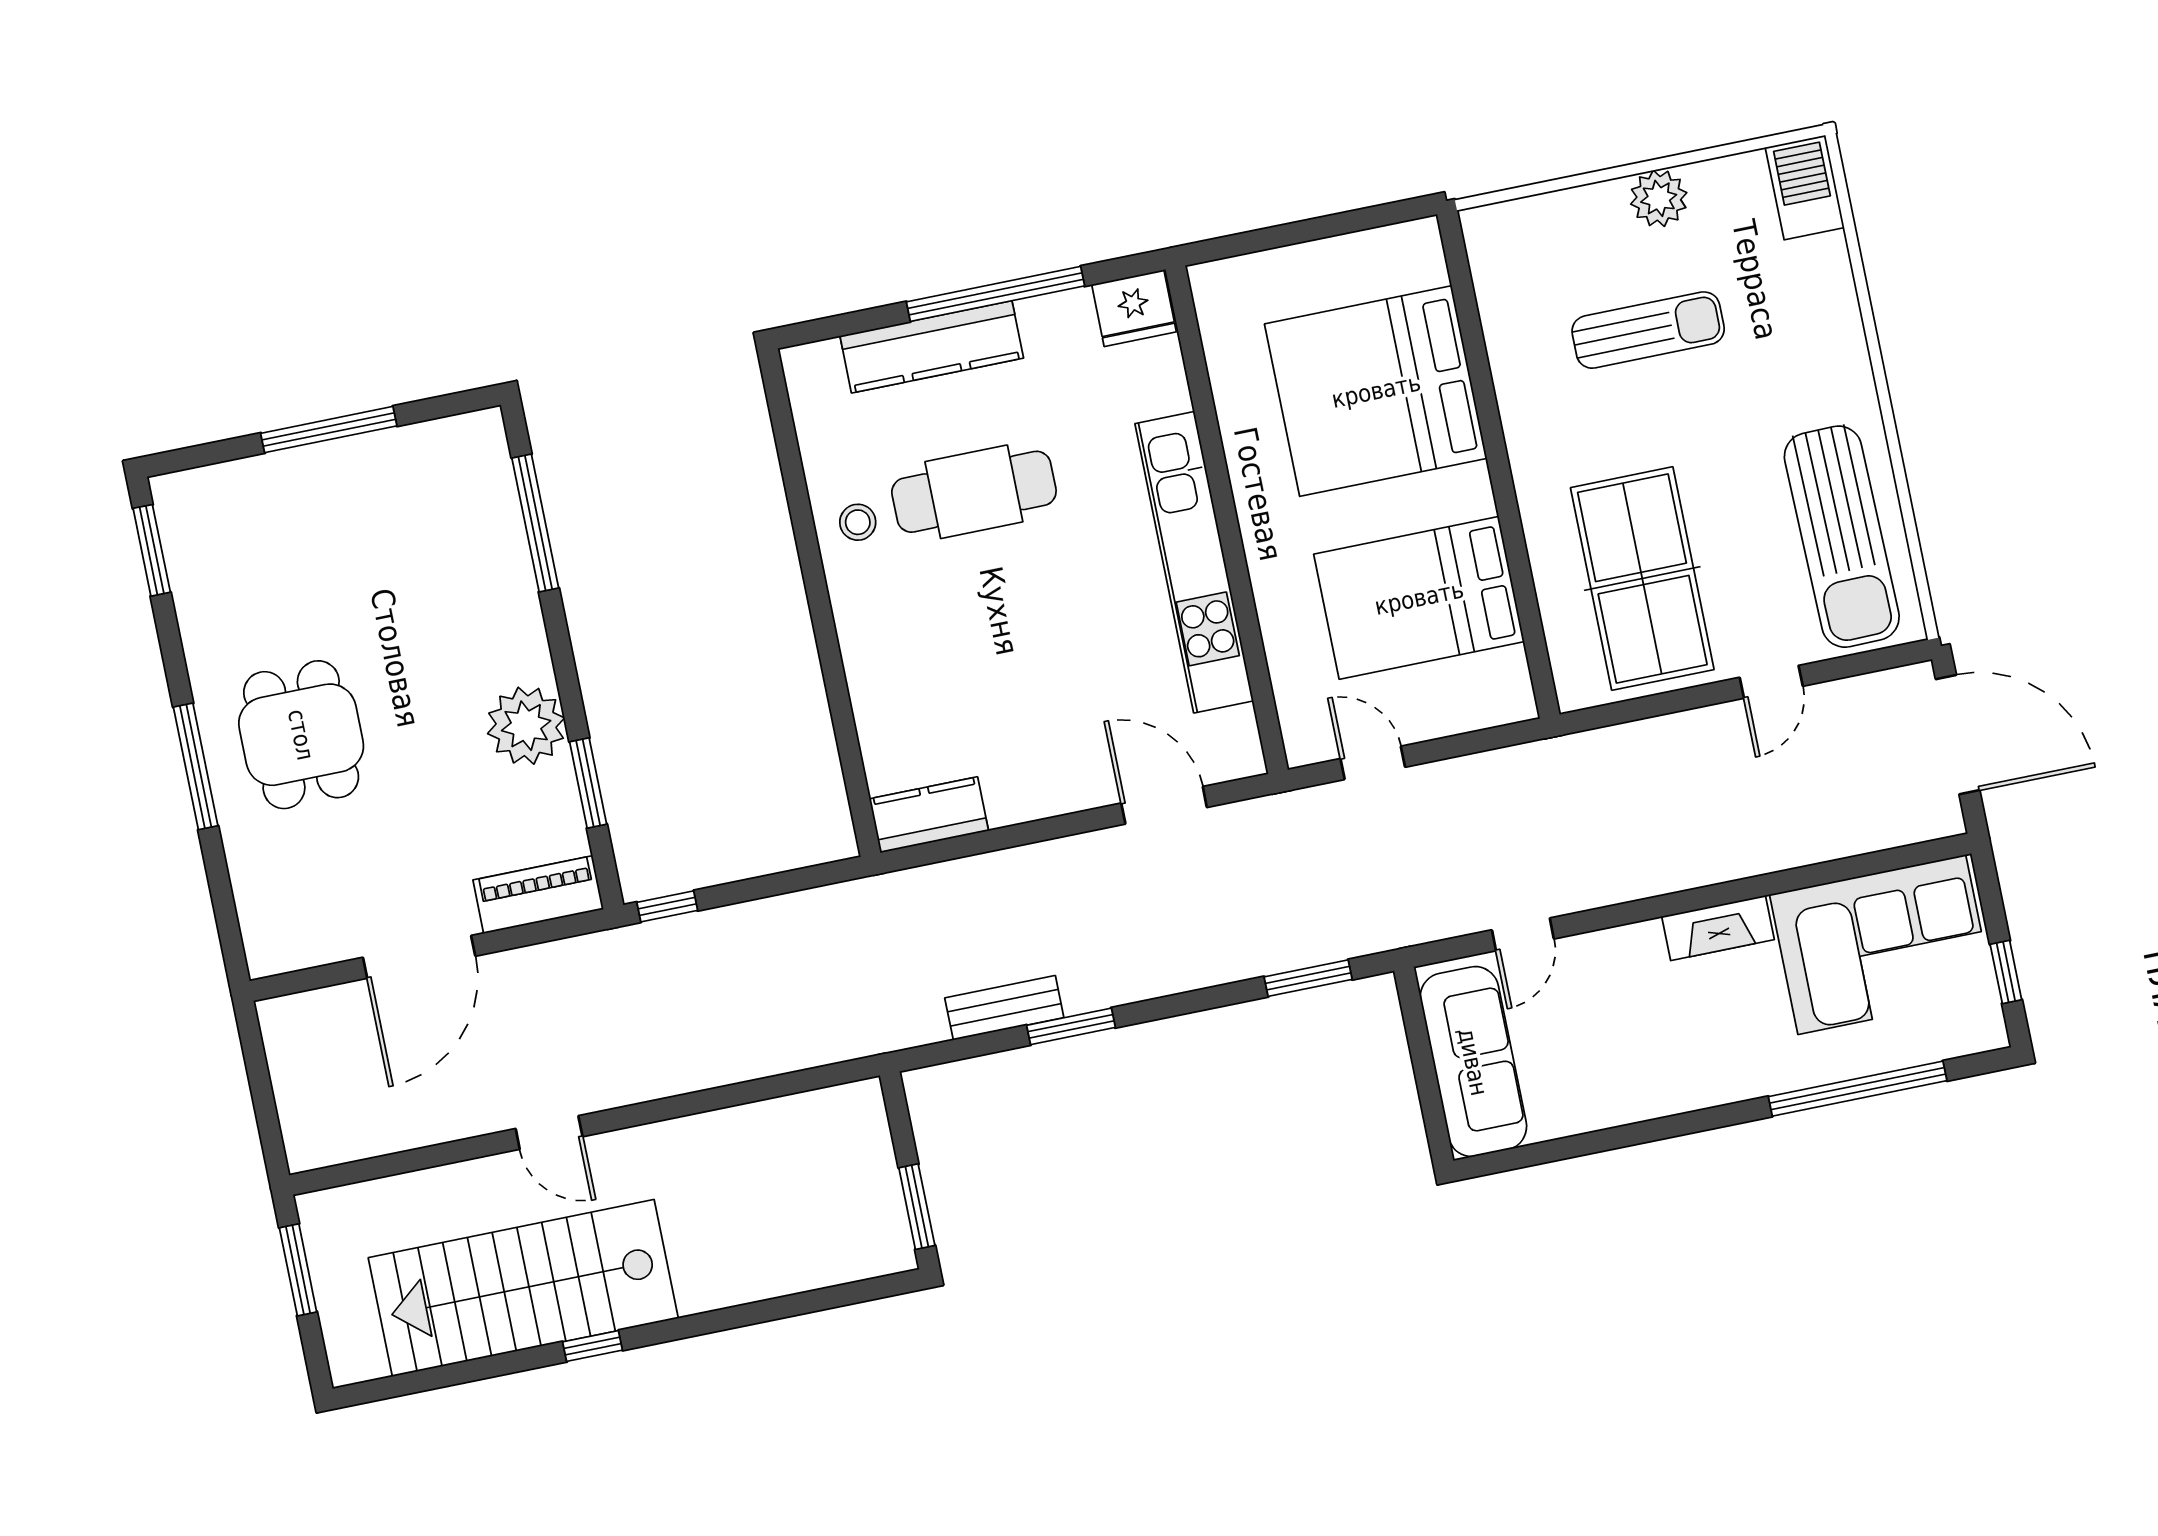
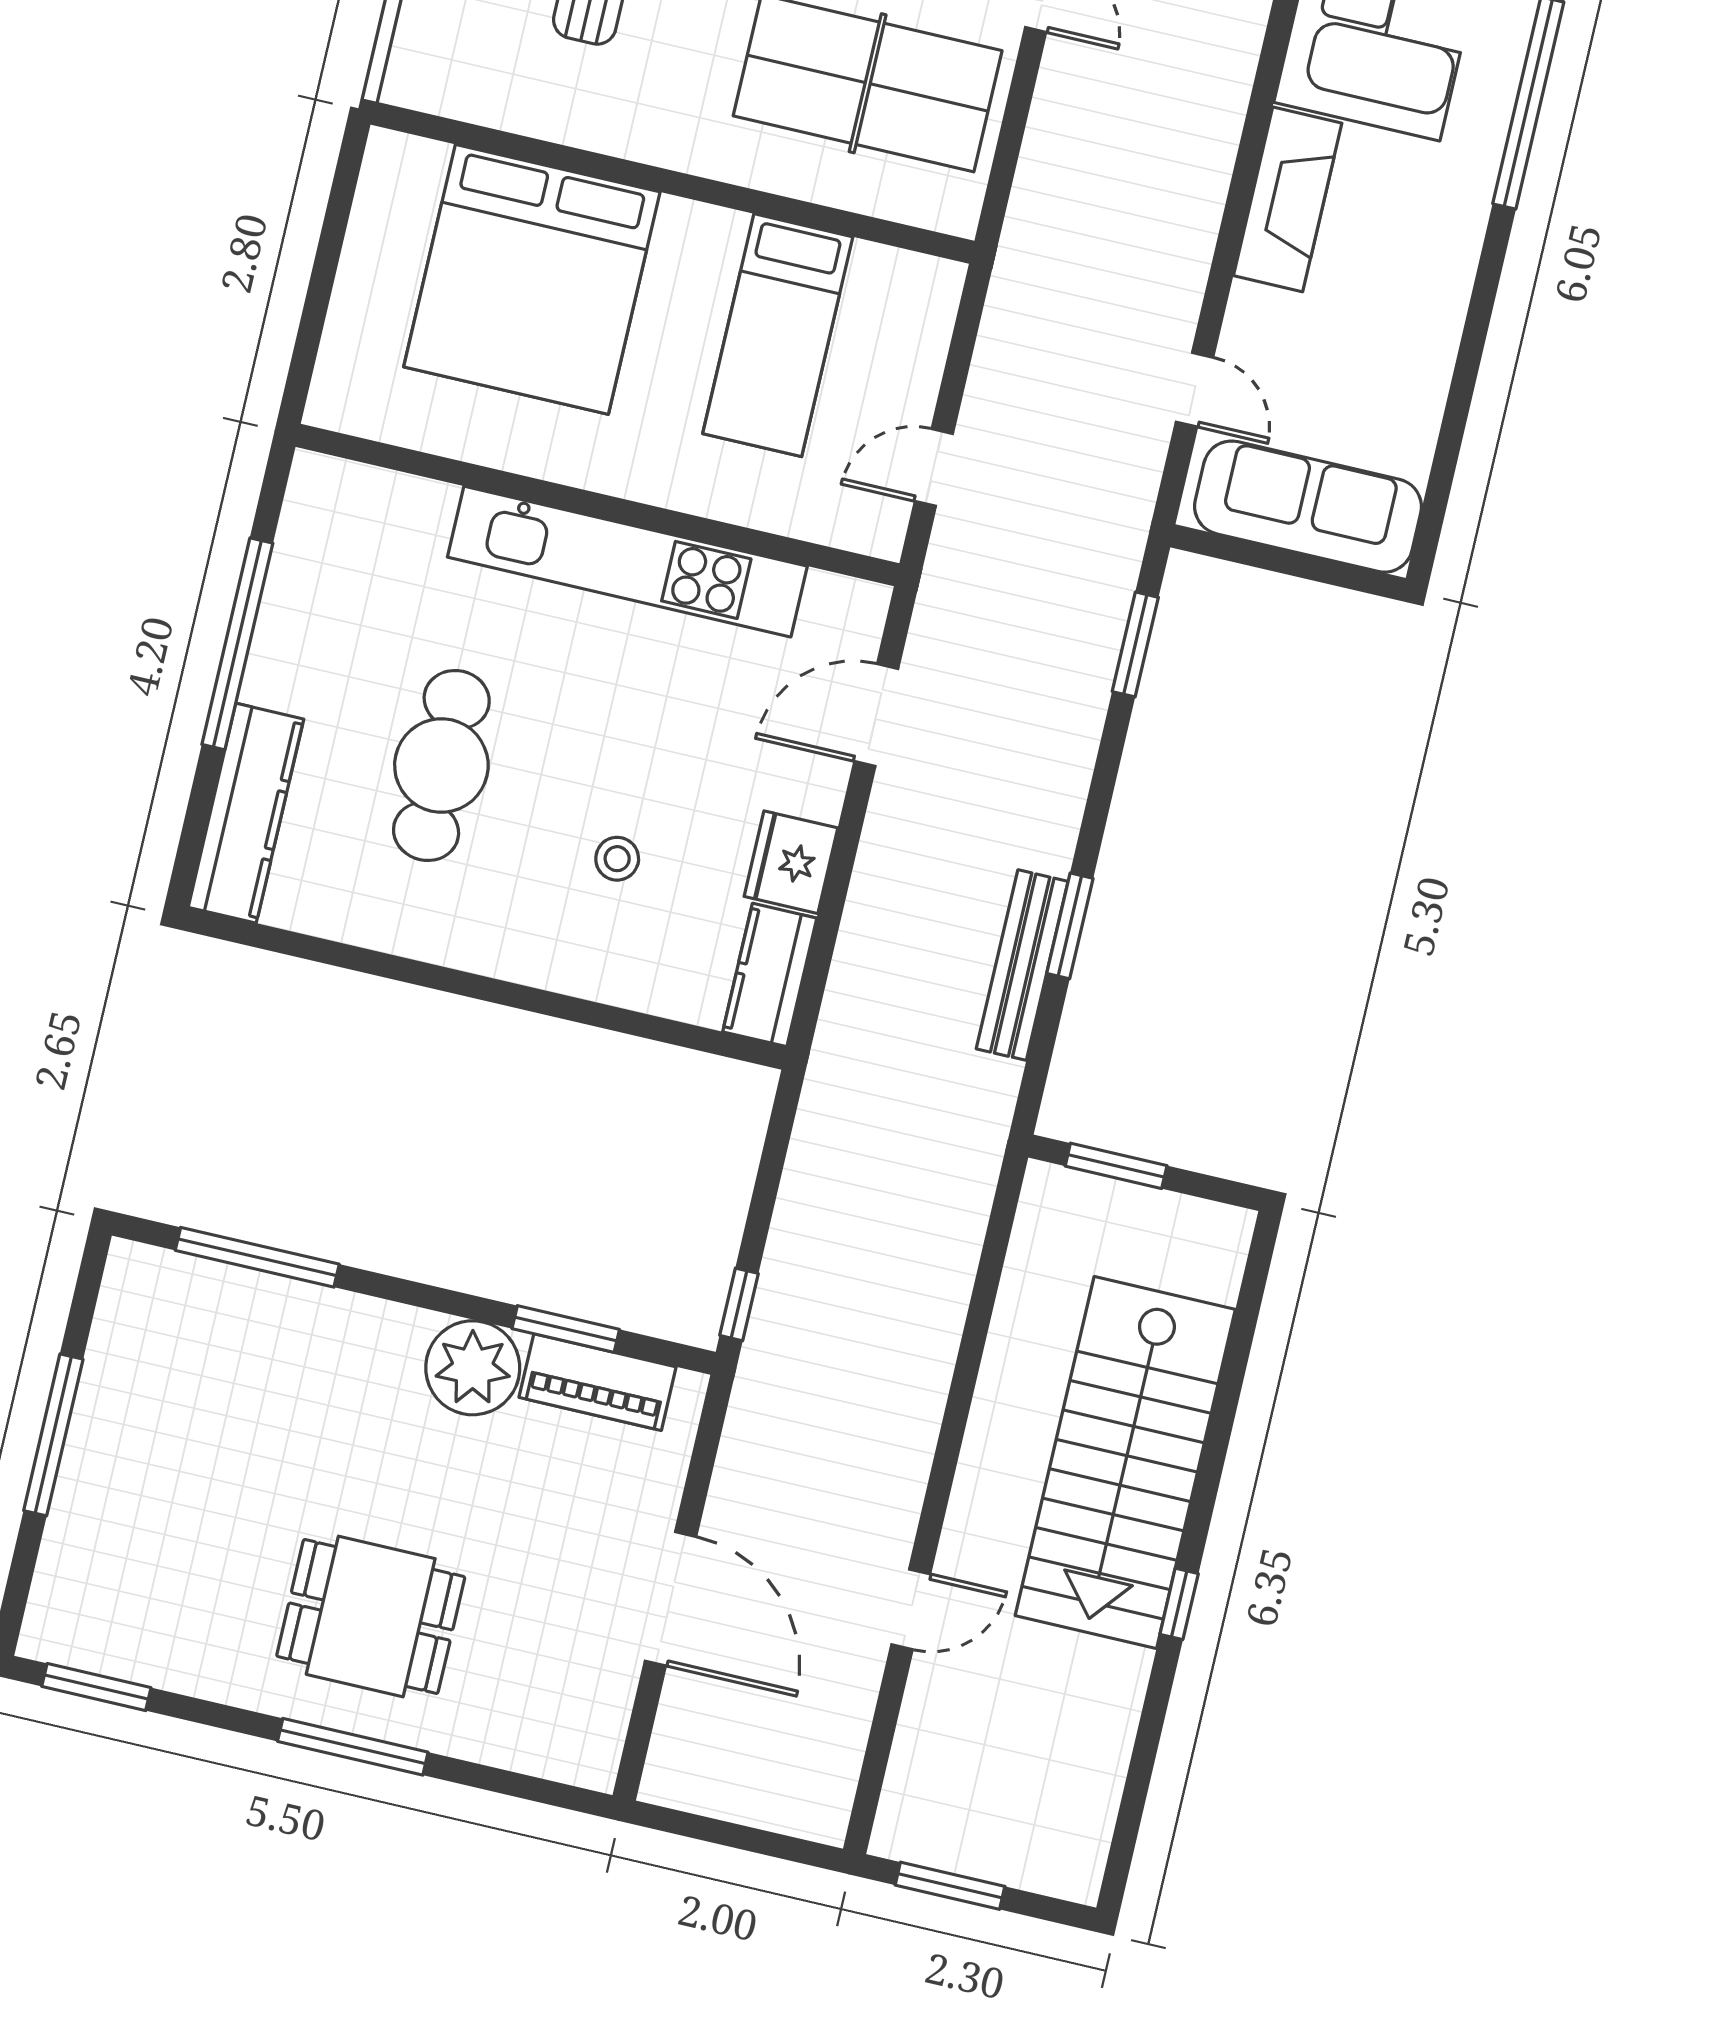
fridge: (1134, 308) -> (791, 862), moved, turned 180
kitchen counter: (932, 347) -> (246, 813), moved
stool: (858, 522) -> (617, 859), moved
bed: (1419, 598) -> (778, 335), width x0.67
piano: (538, 895) -> (598, 1382), moved, turned -90
fireplace: (1718, 928) -> (1288, 199), width x1.37, depth x1.32
bench: (1004, 1008) -> (1022, 965), width x1.36
door: (549, 1133) -> (911, 1609), moved
window: (917, 1207) -> (1116, 1166), moved
stairs: (523, 1288) -> (1125, 1463), moved

